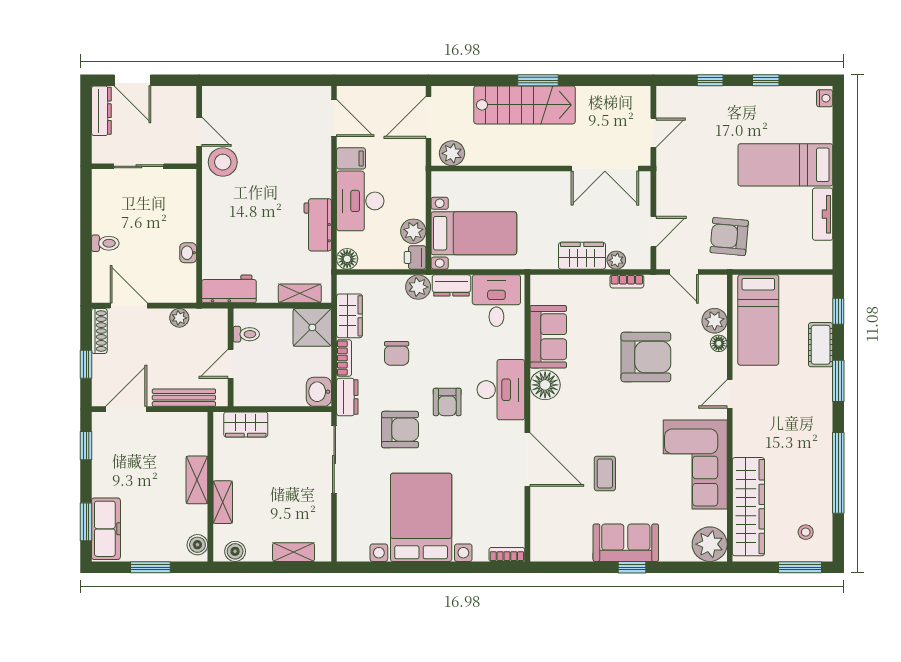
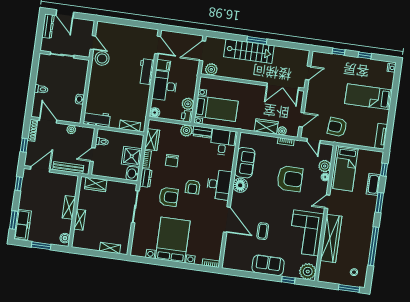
tv unit: (823, 214) -> (381, 136), moved
workbench: (318, 225) -> (146, 72), moved
shower: (312, 327) -> (132, 156), moved
wardrobe: (748, 507) -> (331, 238), moved
boiler: (235, 551) -> (82, 244), removed
window: (632, 567) -> (288, 280), moved

